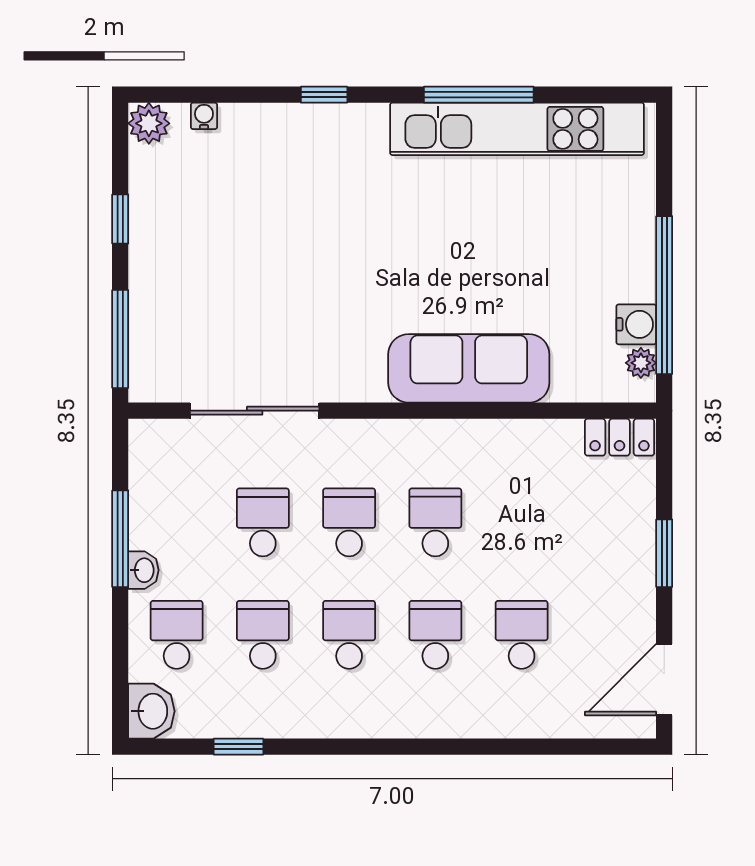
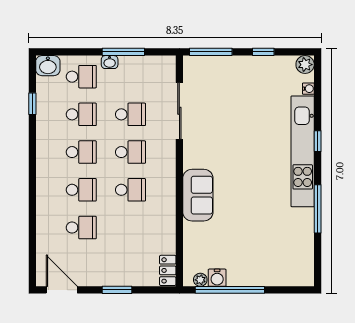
kitchen unit: (517, 129) -> (303, 151), moved
sofa: (469, 368) -> (198, 195), width x0.73

